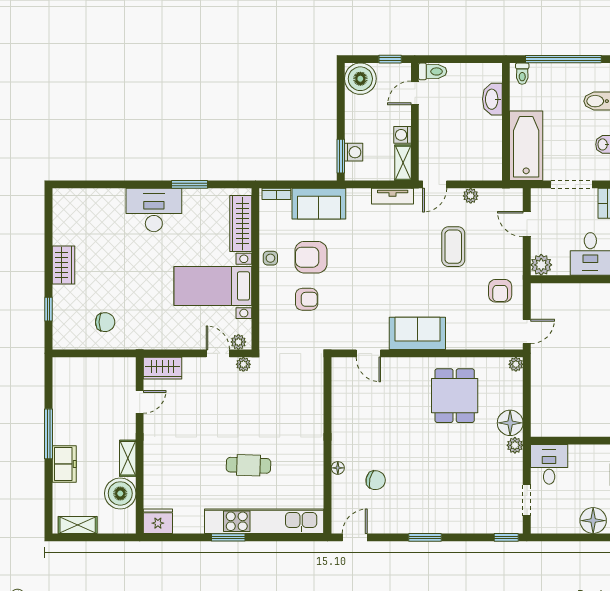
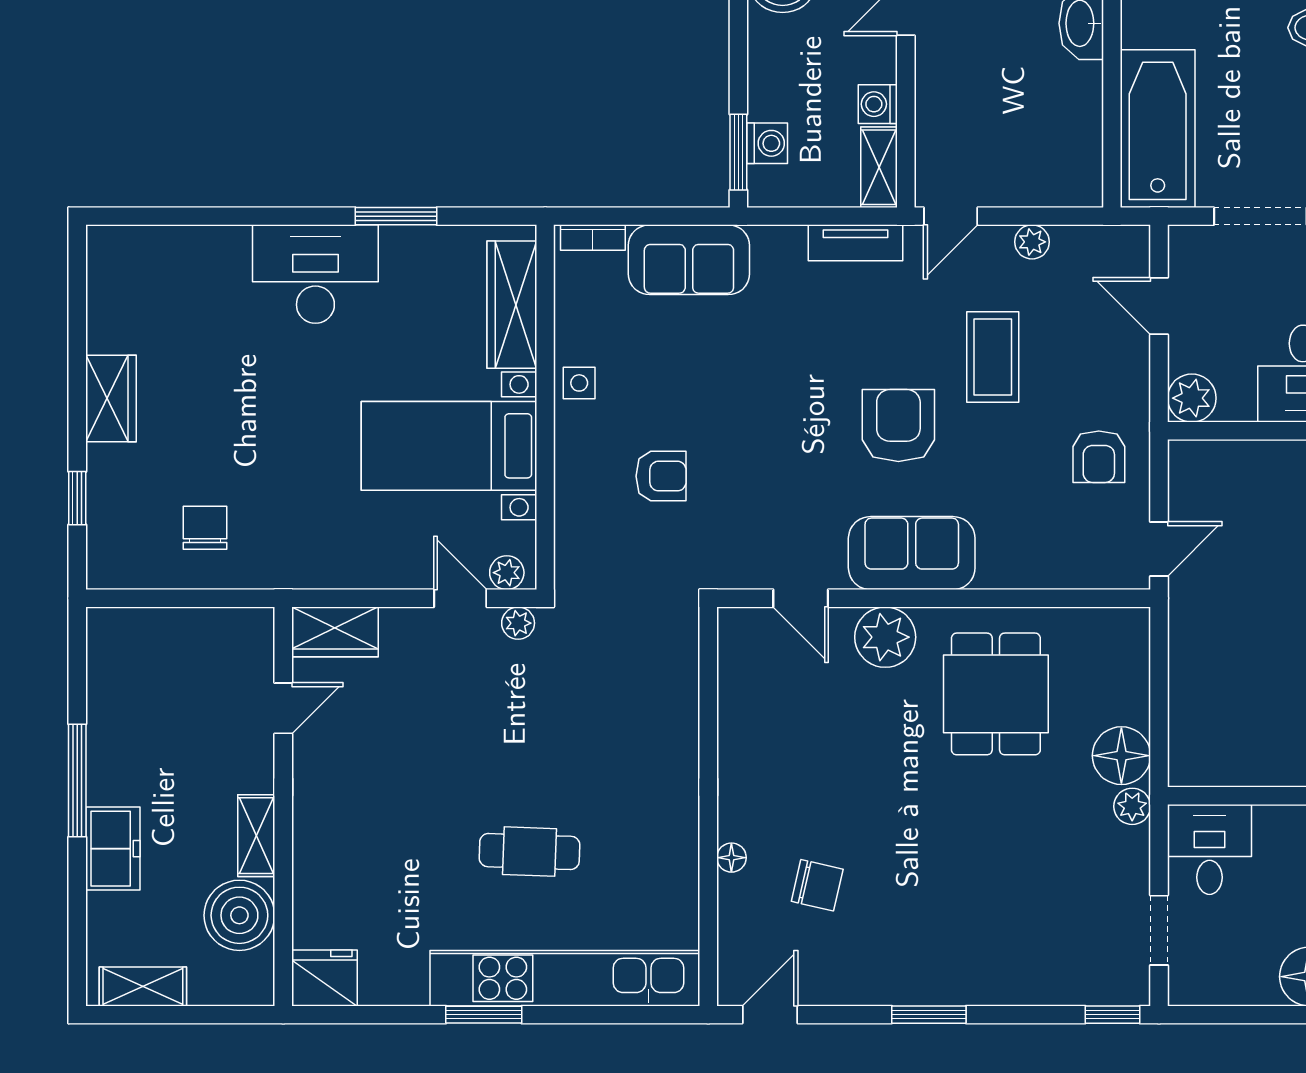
armchair: (311, 257) -> (898, 425), moved, turned 90
chair: (105, 322) -> (205, 528), turned -90
plant: (516, 364) -> (885, 637), moved, width x1.87, depth x1.87

